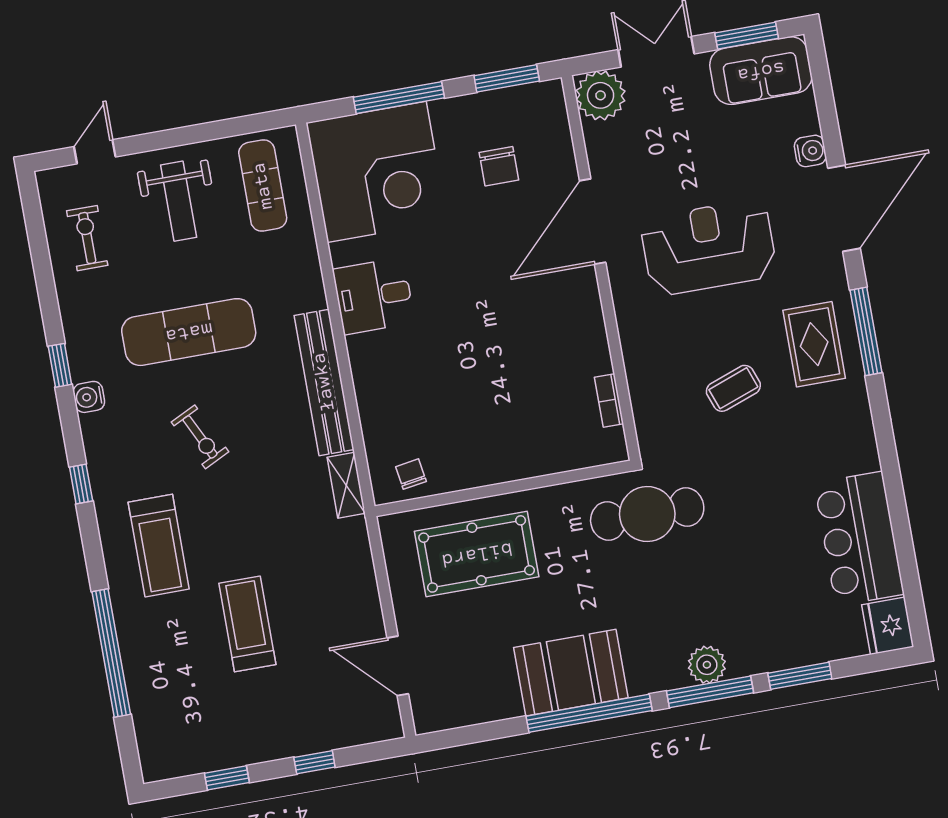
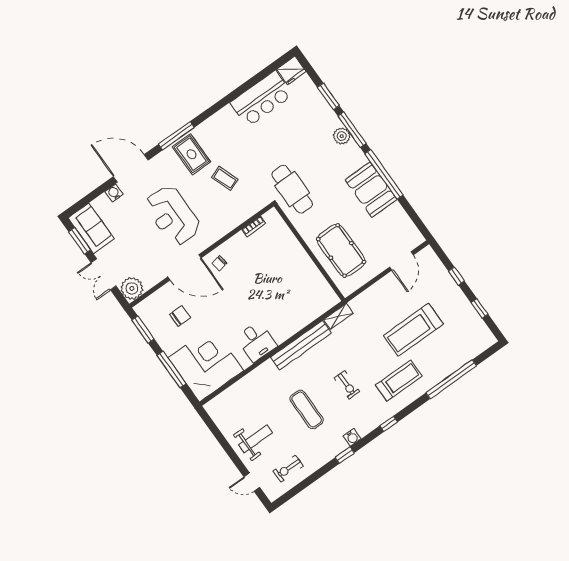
exercise mat: (263, 186) -> (233, 408), removed
exercise mat: (189, 332) -> (307, 409), width x0.73, depth x0.69
rug: (814, 344) -> (191, 154), turned 90
exercise bike: (200, 437) -> (347, 385), turned 116
chair: (411, 474) -> (219, 263), moved
treadmill: (247, 624) -> (413, 330), width x1.37, depth x1.38

